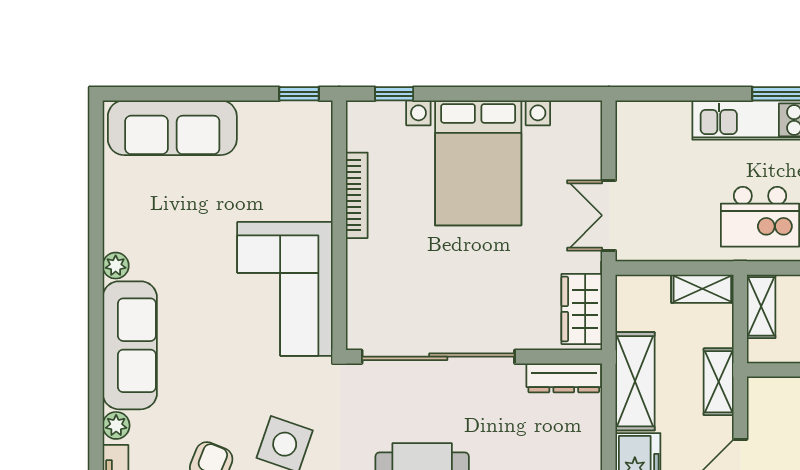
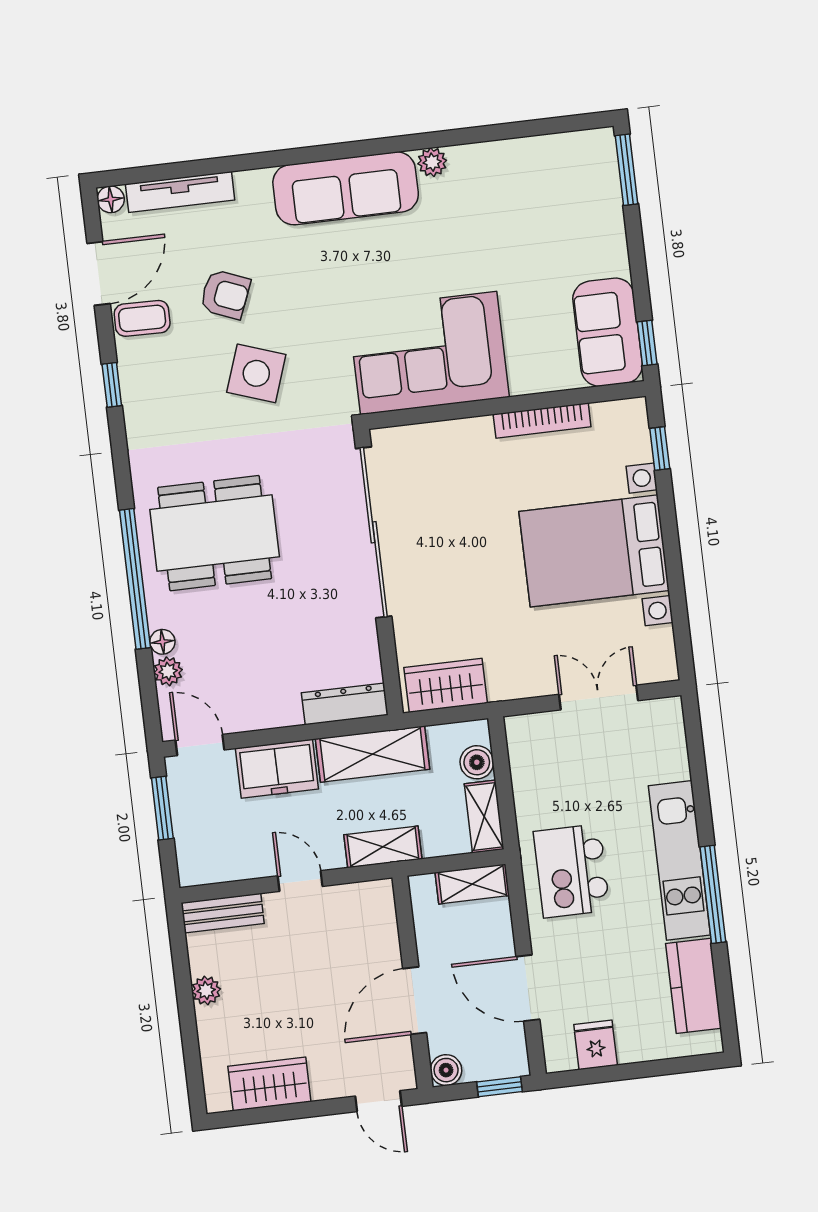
window: (143, 94) -> (626, 170), added
sofa: (172, 128) -> (608, 332), moved, width x0.73
double door: (609, 215) -> (599, 697), moved
boiler: (653, 289) -> (477, 762), added
dresser: (564, 378) -> (345, 704), moved, turned 90
plant: (116, 425) -> (255, 184), removed

